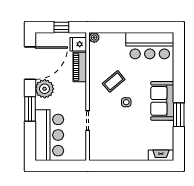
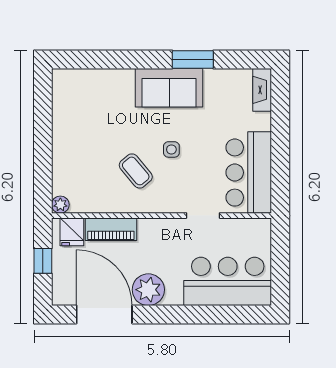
bar counter: (150, 46) -> (249, 173), moved, turned 180
window: (30, 109) -> (183, 315), removed

